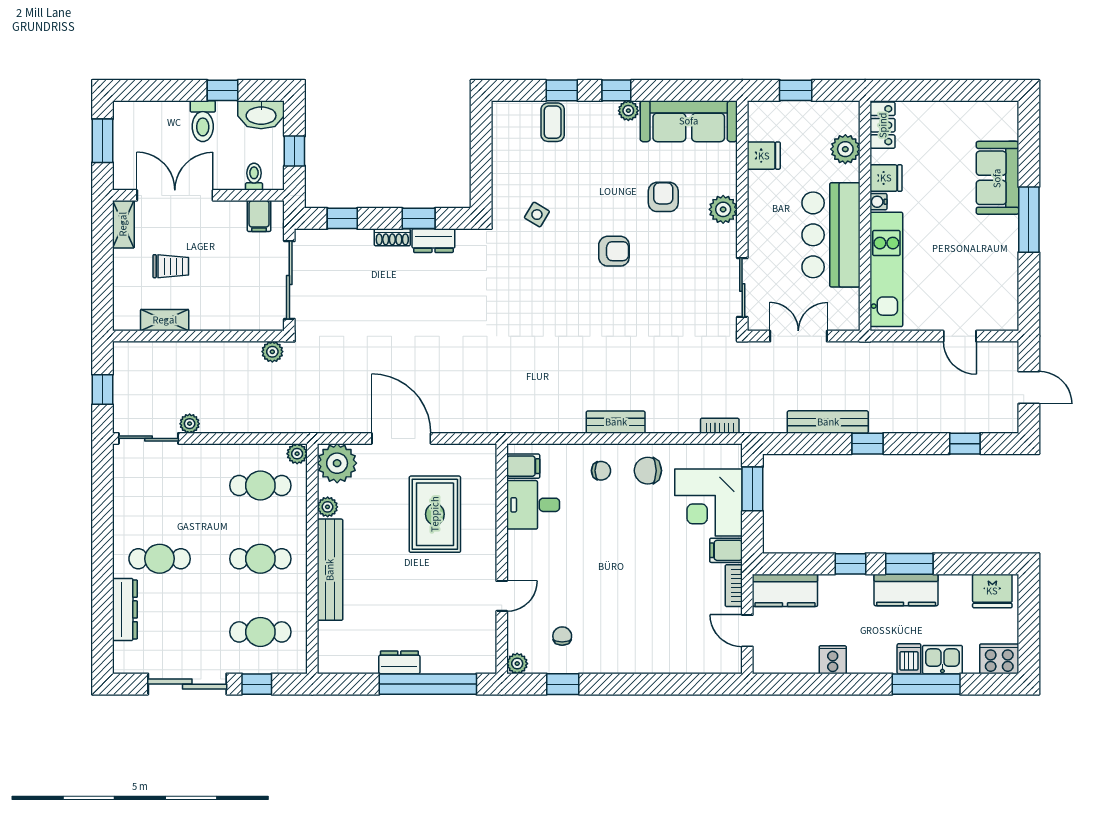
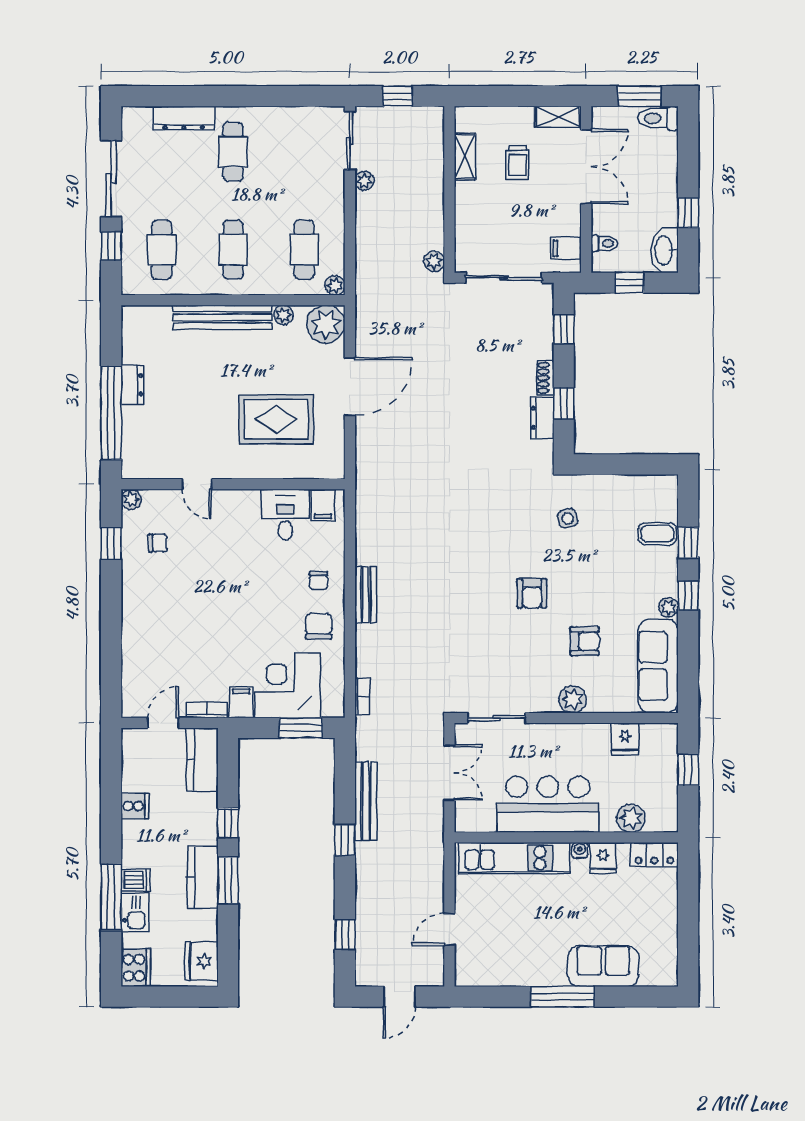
toilet: (203, 121) -> (658, 118), moved
side table: (537, 215) -> (568, 518), turned 45

